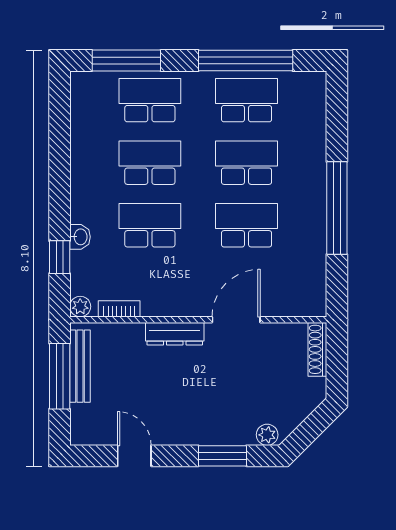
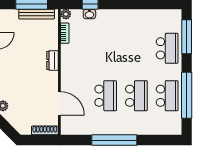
school desk: (150, 163) -> (136, 48), removed
school desk: (150, 225) -> (106, 48), removed
washbasin: (80, 237) -> (89, 14), moved
door: (236, 320) -> (59, 103), moved
dresser: (175, 334) -> (52, 60), width x0.70

